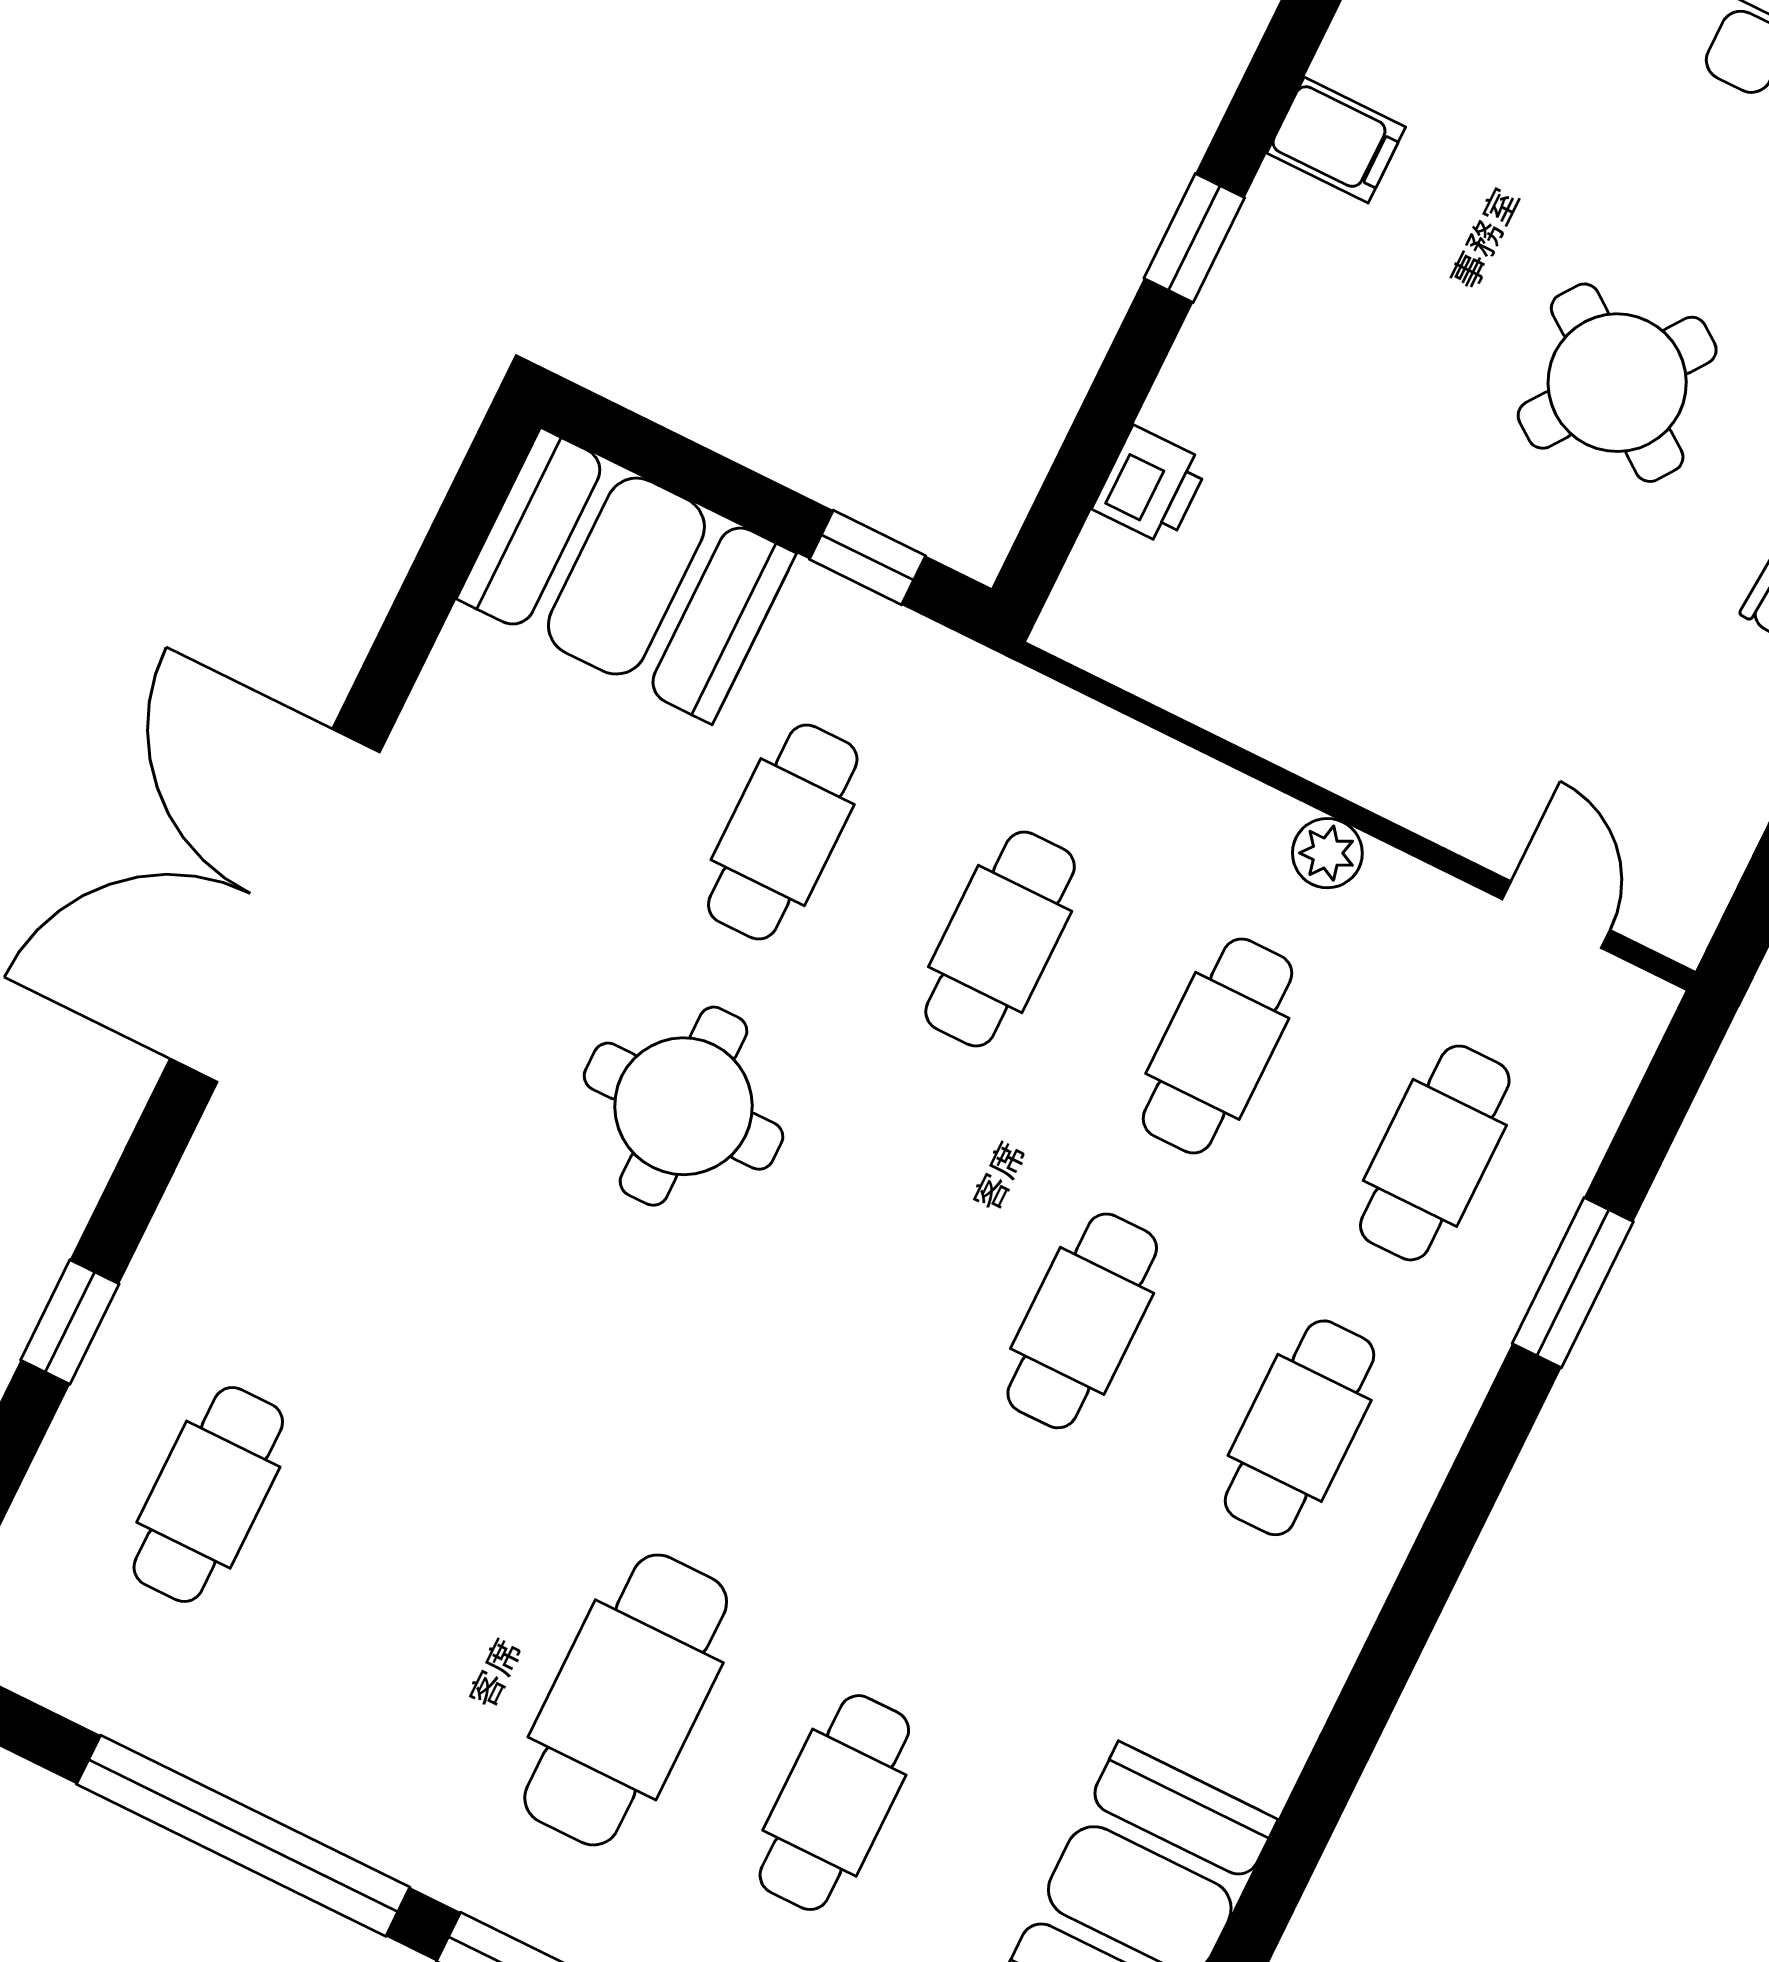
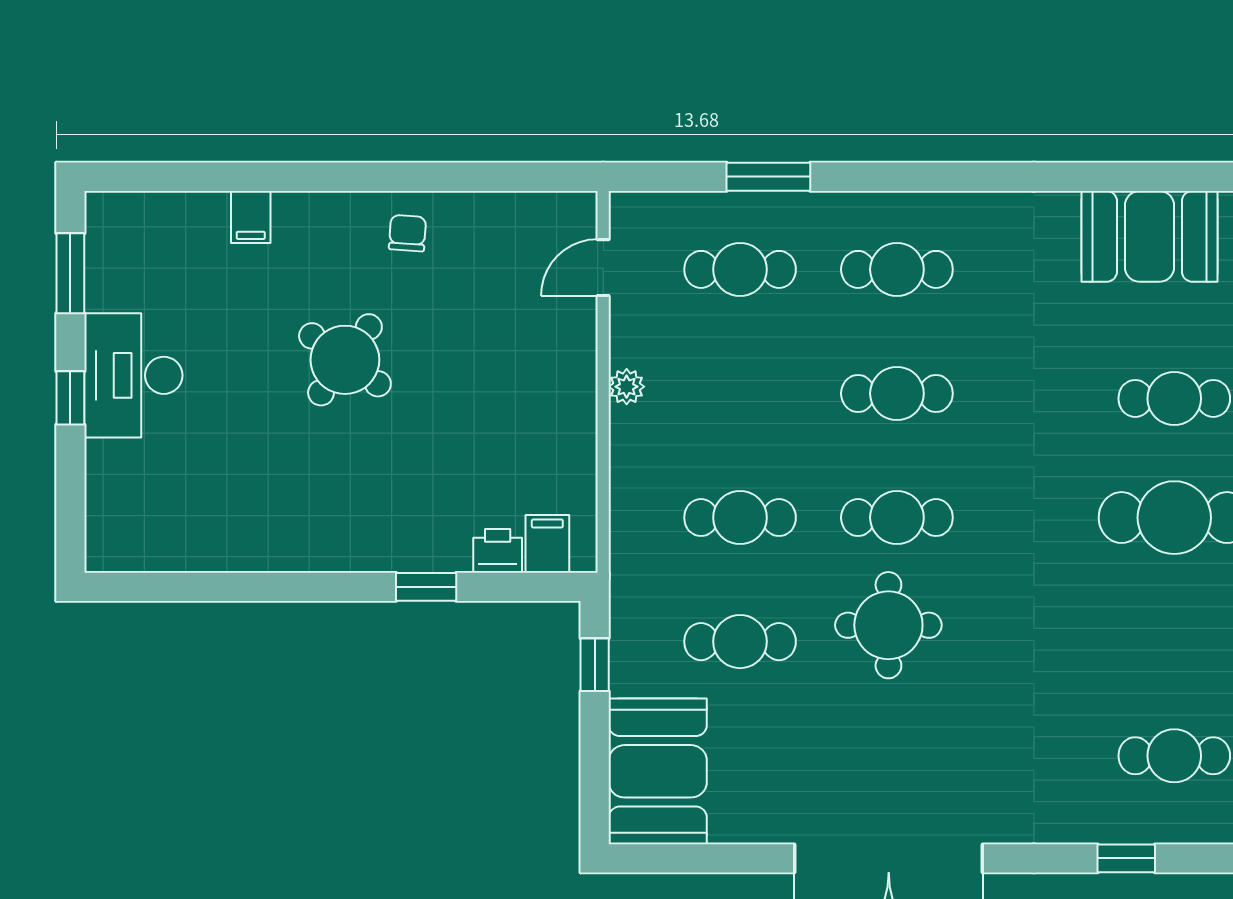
filing cabinet: (1336, 140) -> (547, 544), moved
window: (1194, 238) -> (426, 587), moved
cafe table: (1217, 1046) -> (897, 518), moved

